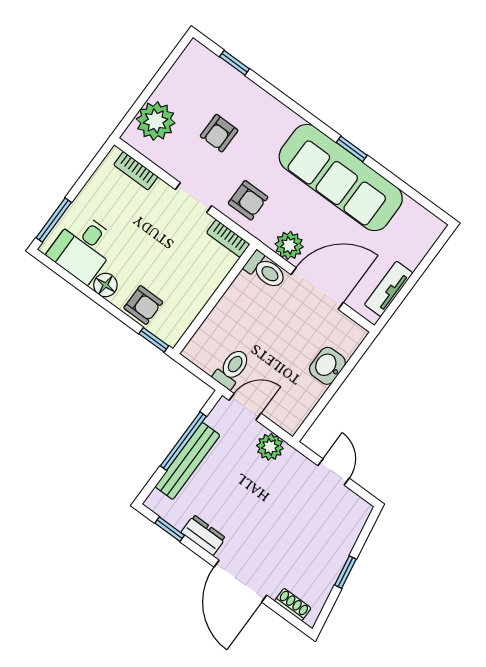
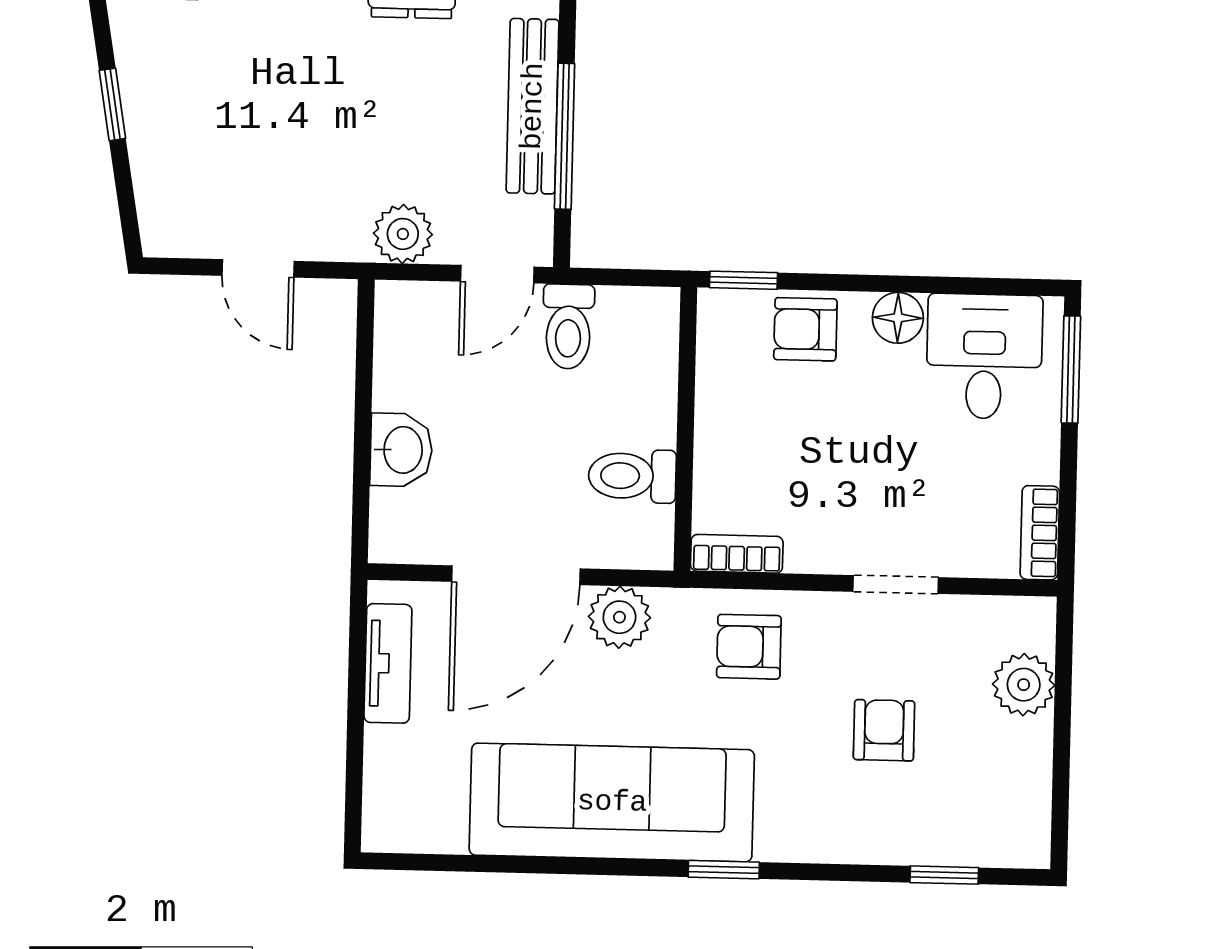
plant: (156, 121) -> (1024, 685), width x0.73, depth x0.73
window: (352, 149) -> (724, 870), moved
bookcase: (136, 171) -> (1040, 533), moved, turned -90
doorway: (193, 198) -> (896, 584), moved
toilet: (265, 270) -> (632, 476), moved

